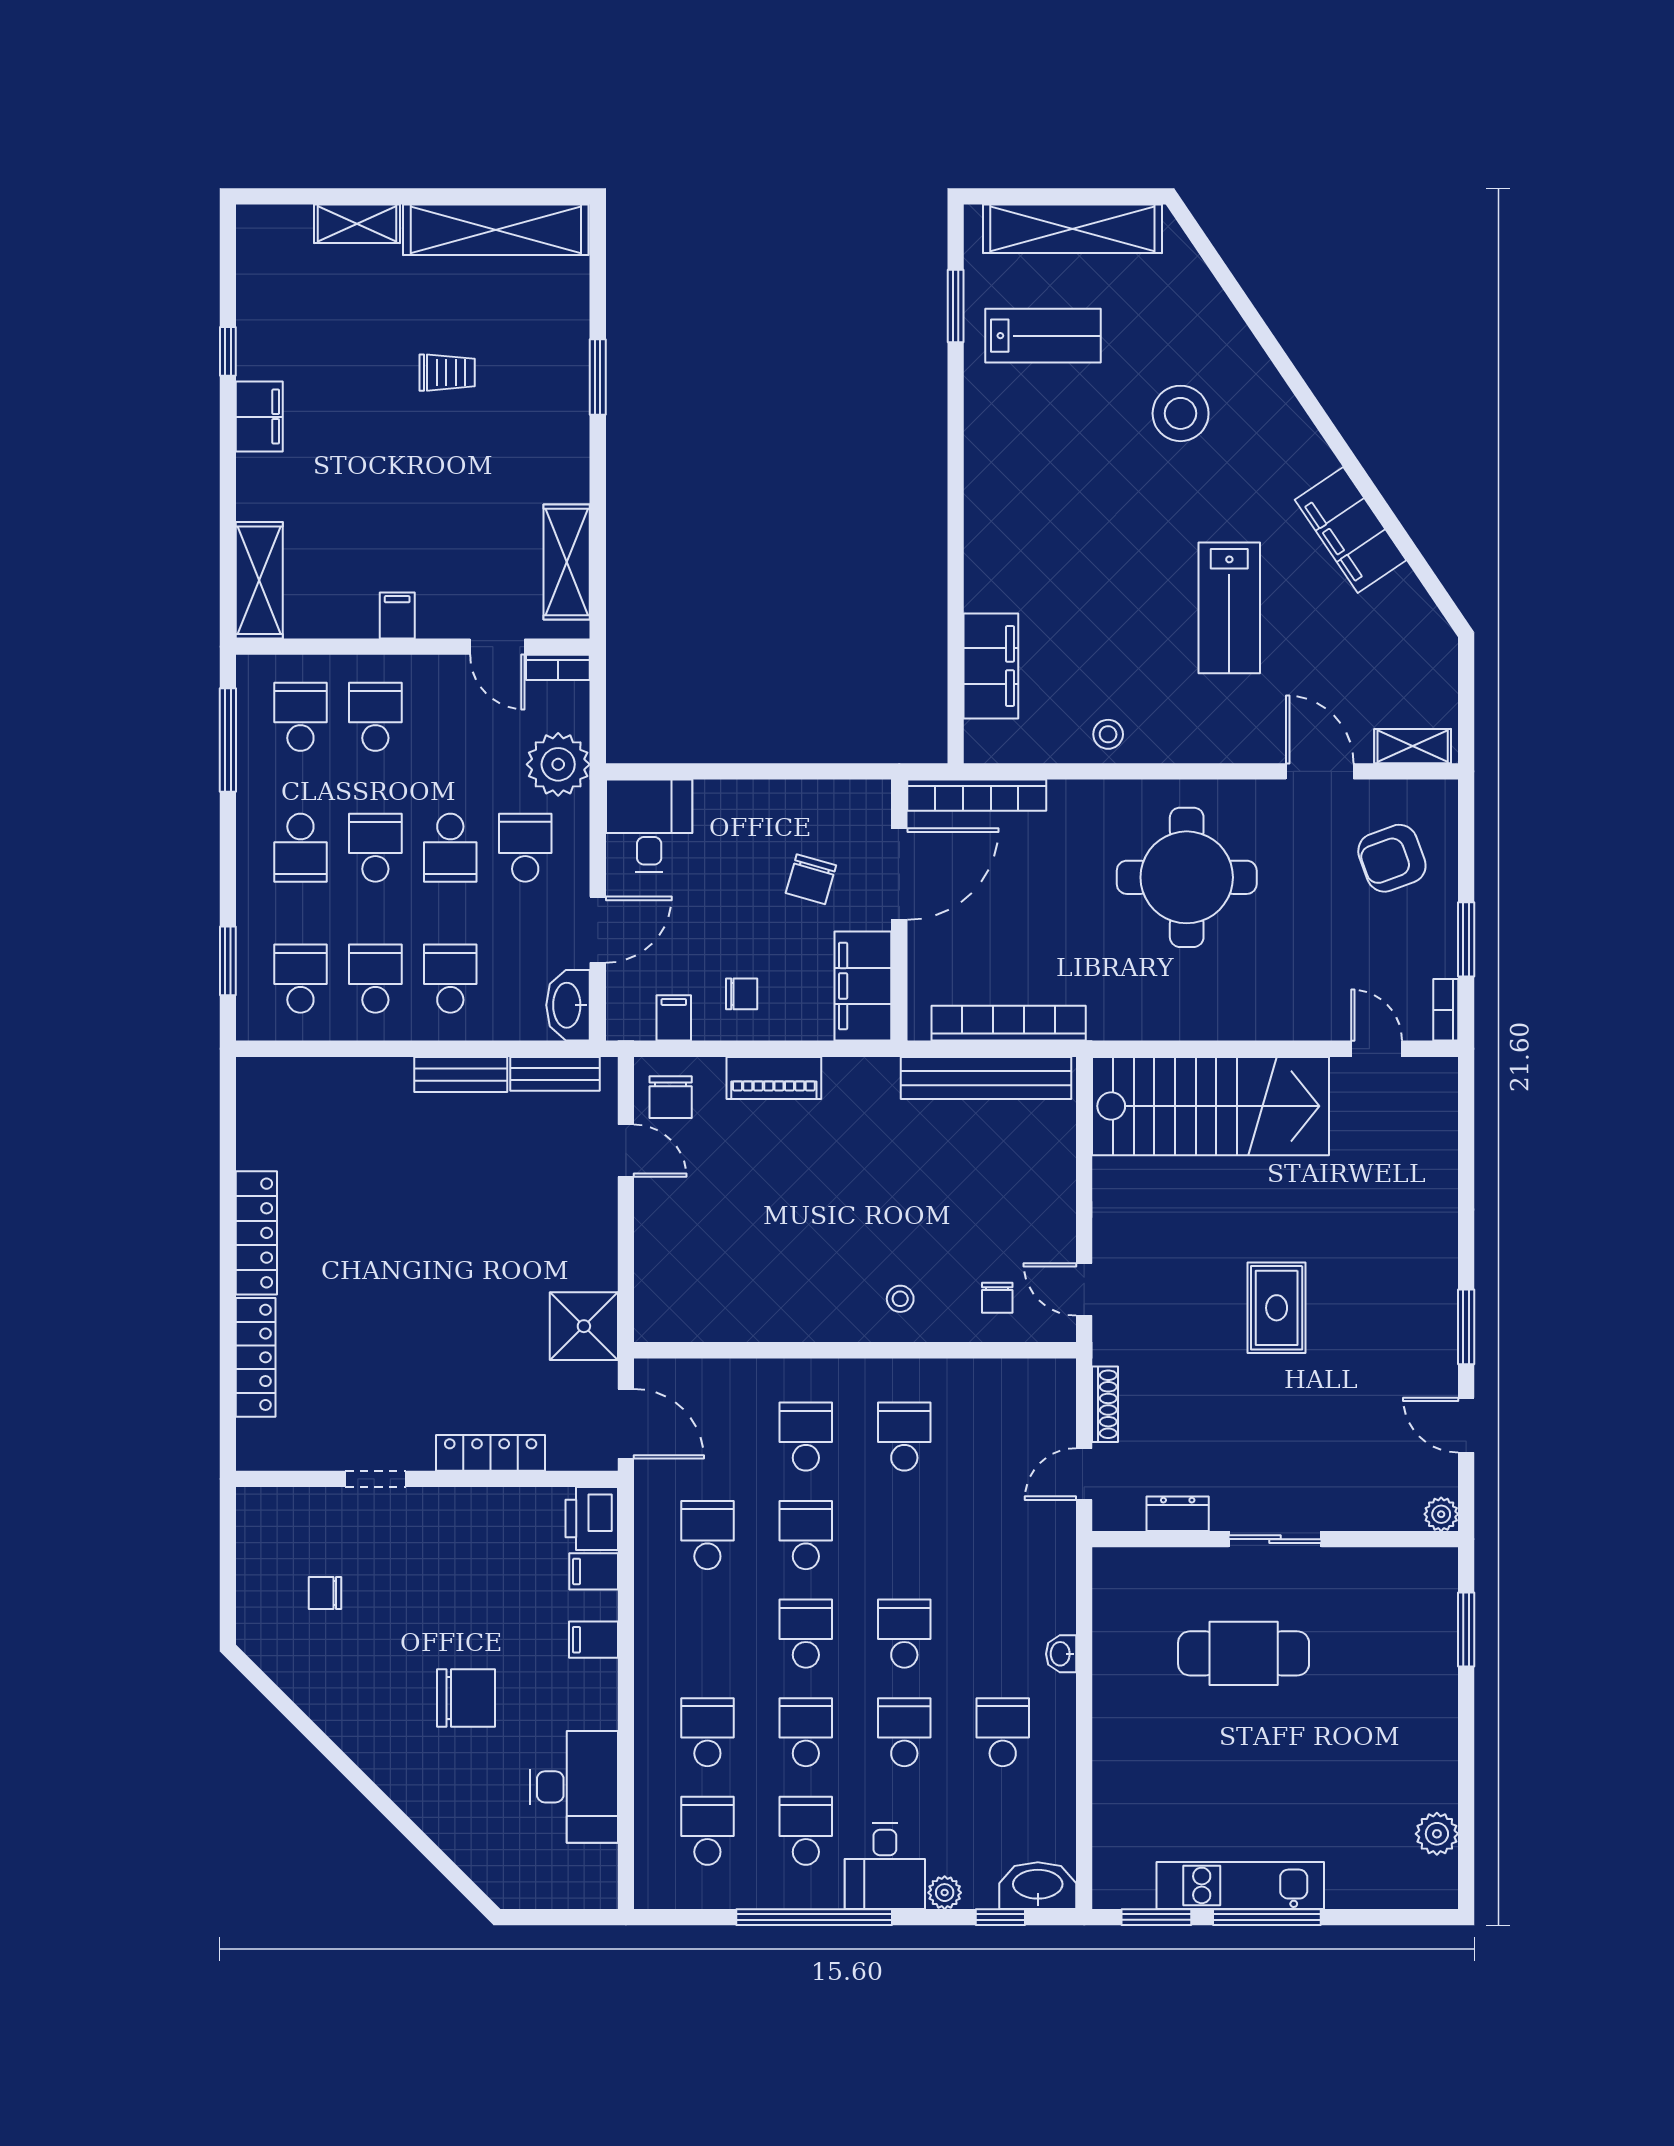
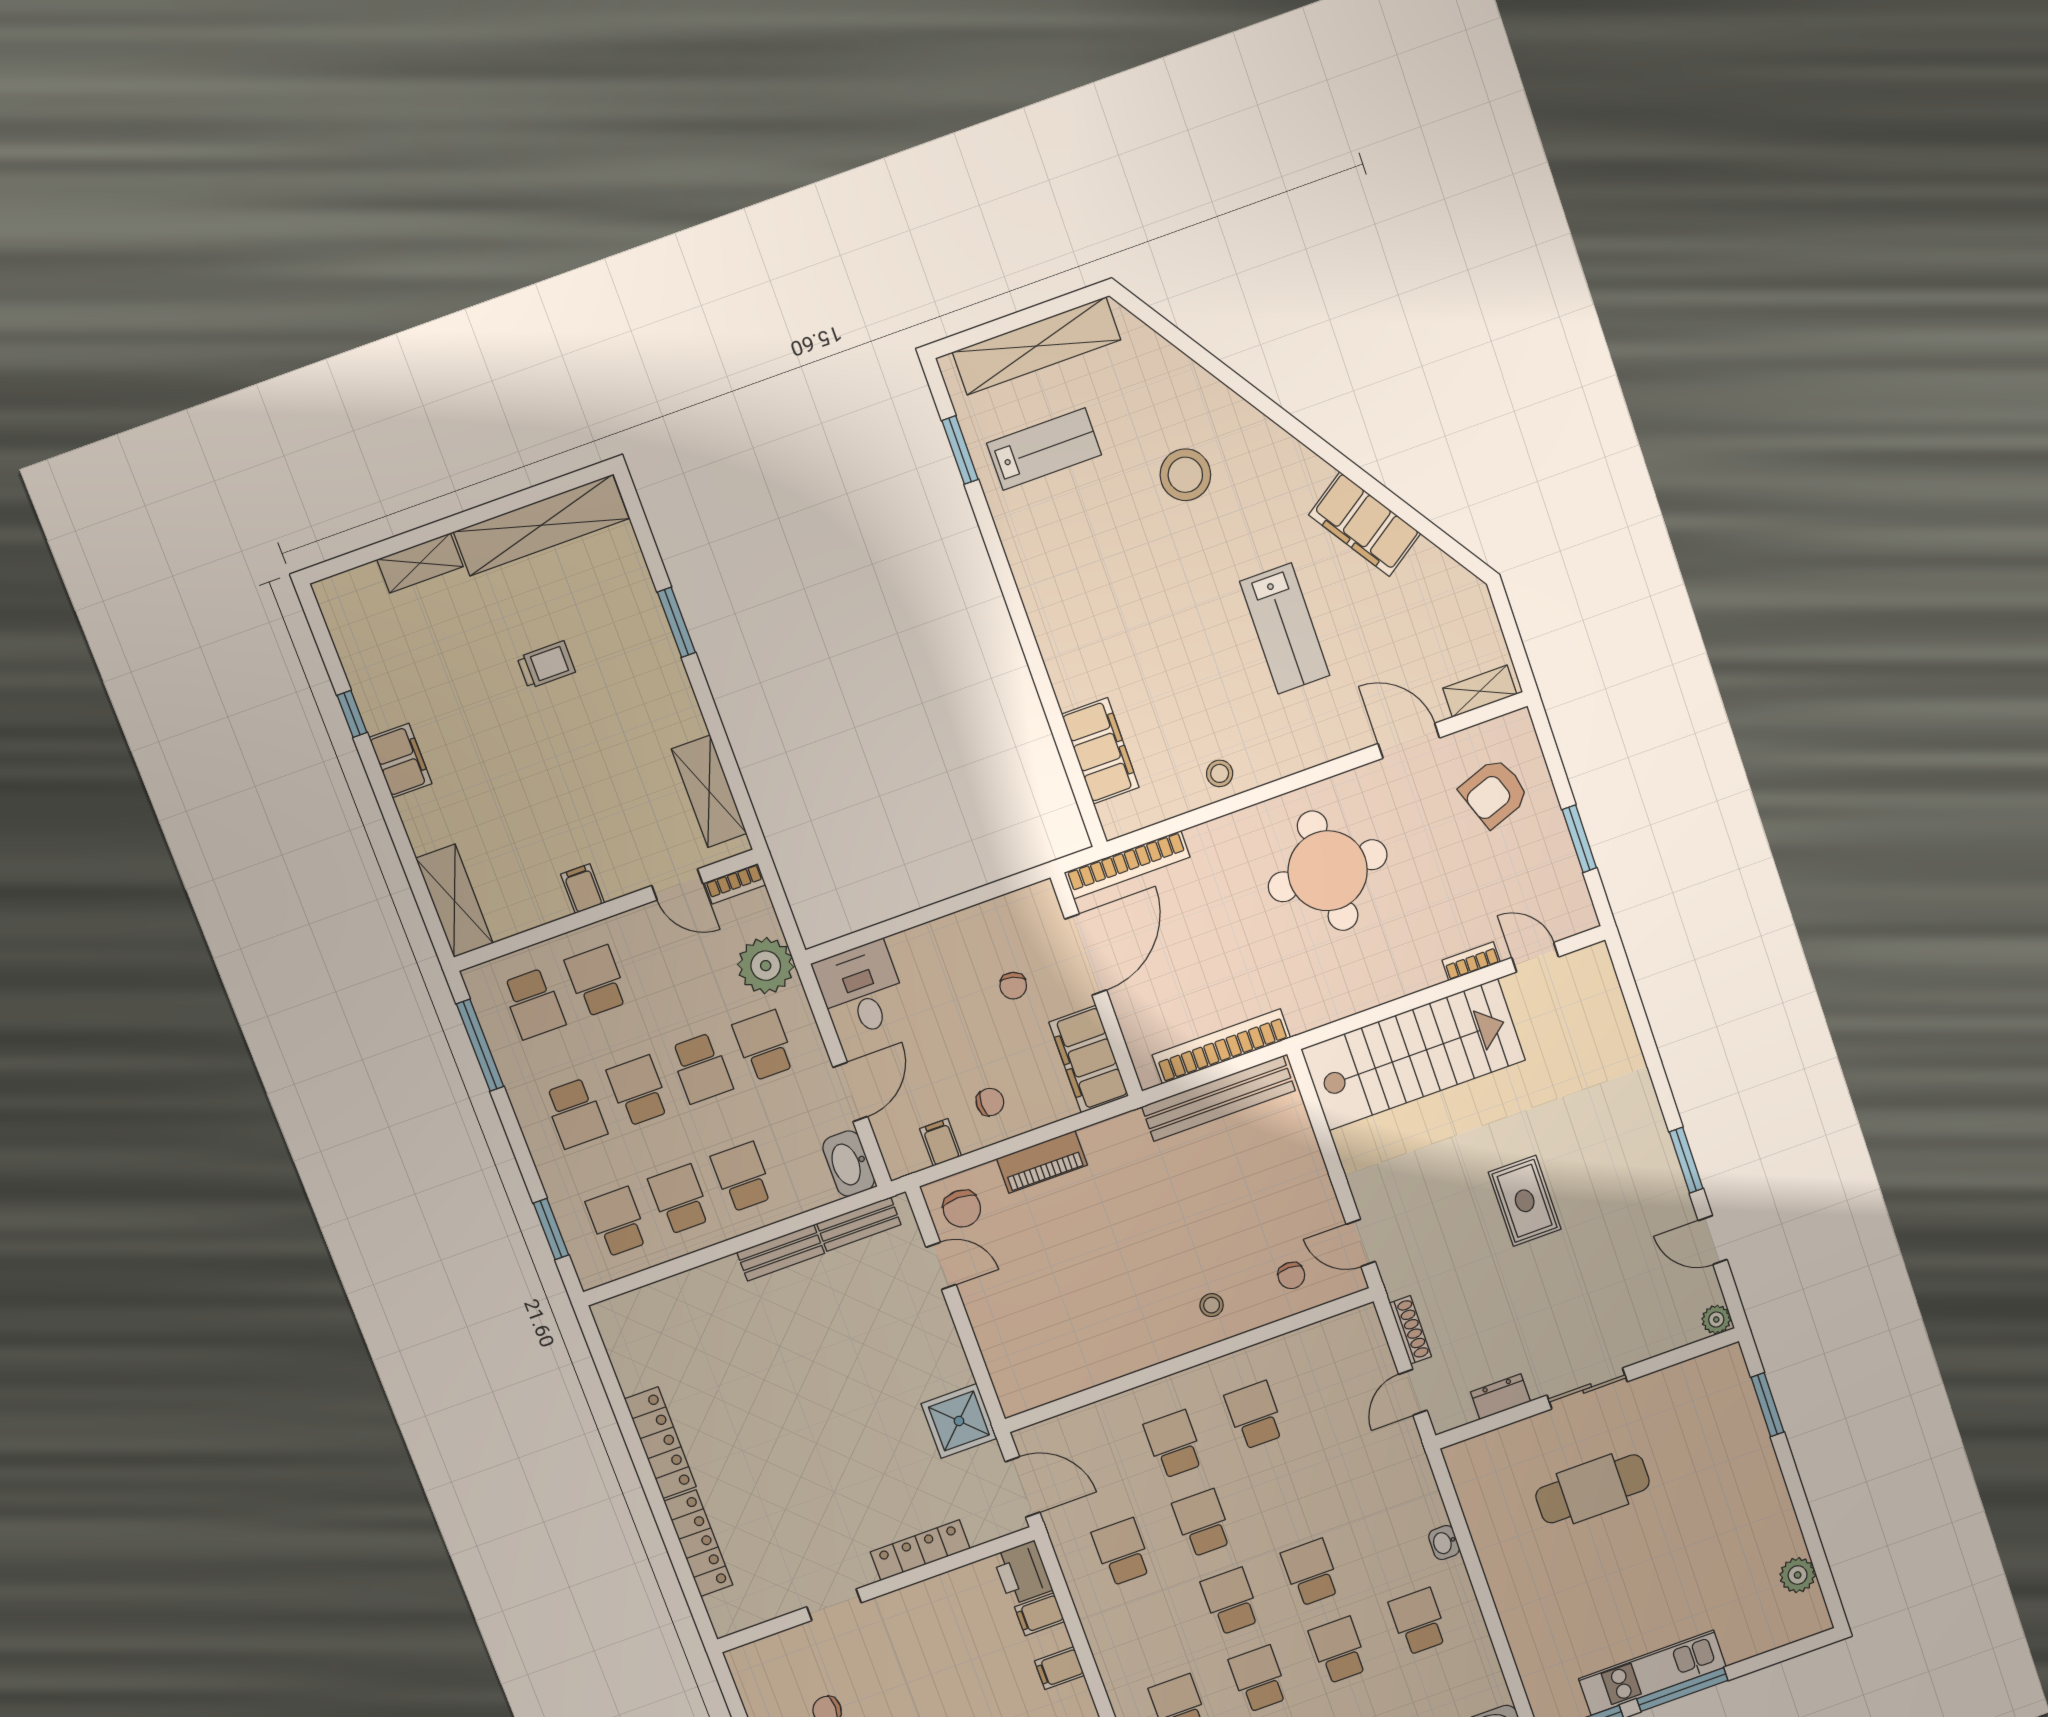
school desk: (300, 717) -> (534, 1004), turned 180
chair: (811, 879) -> (1013, 986), width x0.73, depth x0.73
bookcase: (1446, 1010) -> (1471, 961), moved, turned 90

